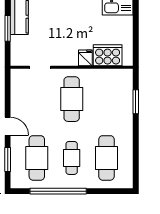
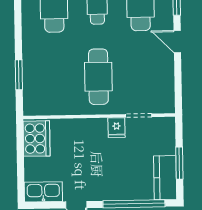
cooker: (108, 55) -> (37, 139), moved, turned -90
fridge: (85, 58) -> (117, 128), moved

